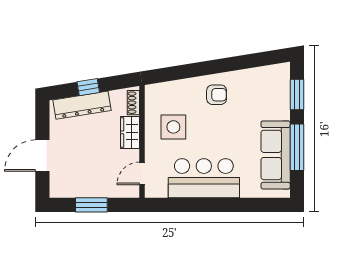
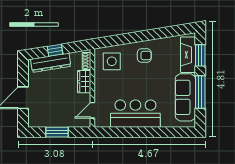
fireplace: (279, 94) -> (188, 55), added
side table: (173, 127) -> (112, 61), moved

